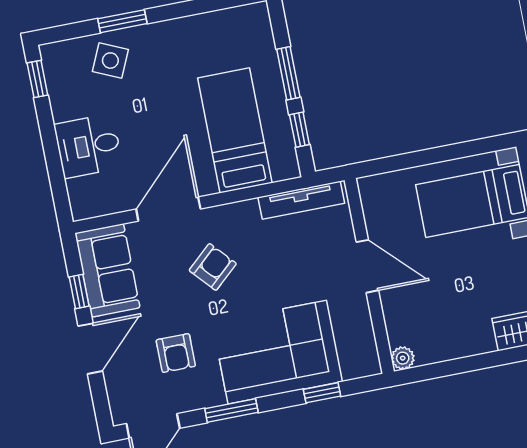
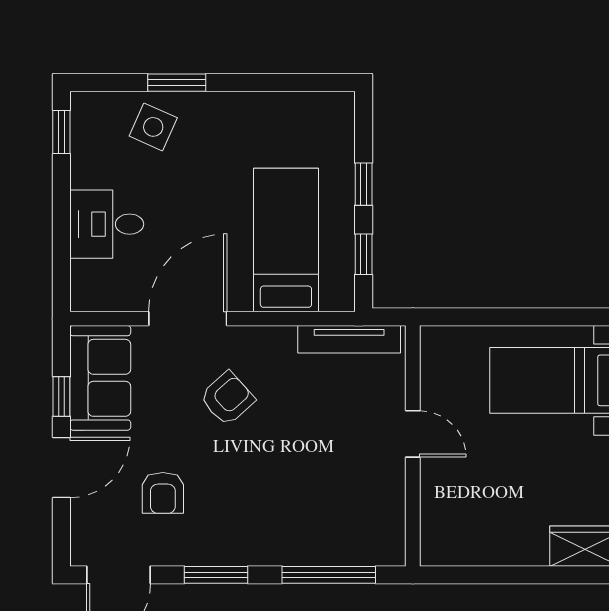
window: (288, 73) -> (364, 184), width x0.67
door: (367, 266) -> (413, 434), width x0.73
corner sofa: (277, 352) -> (285, 516), removed
plant: (403, 358) -> (434, 552), removed
window: (322, 393) -> (329, 575), width x2.17

